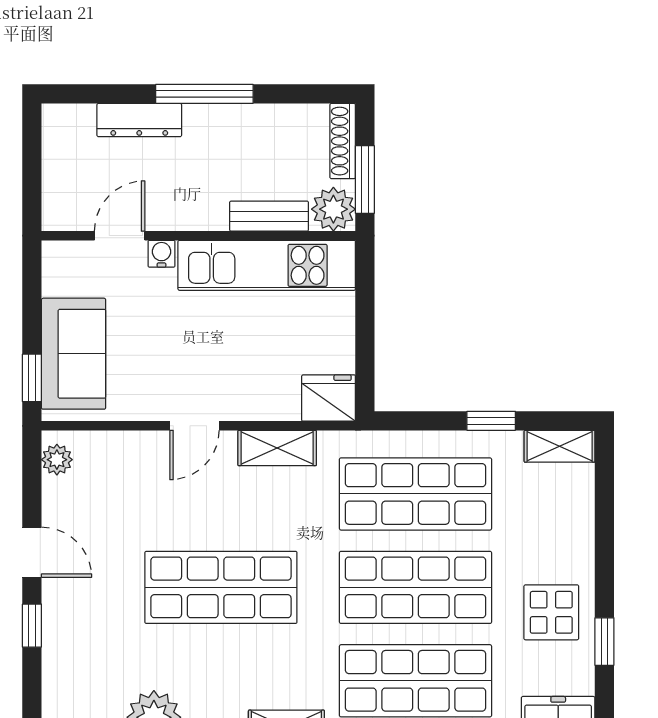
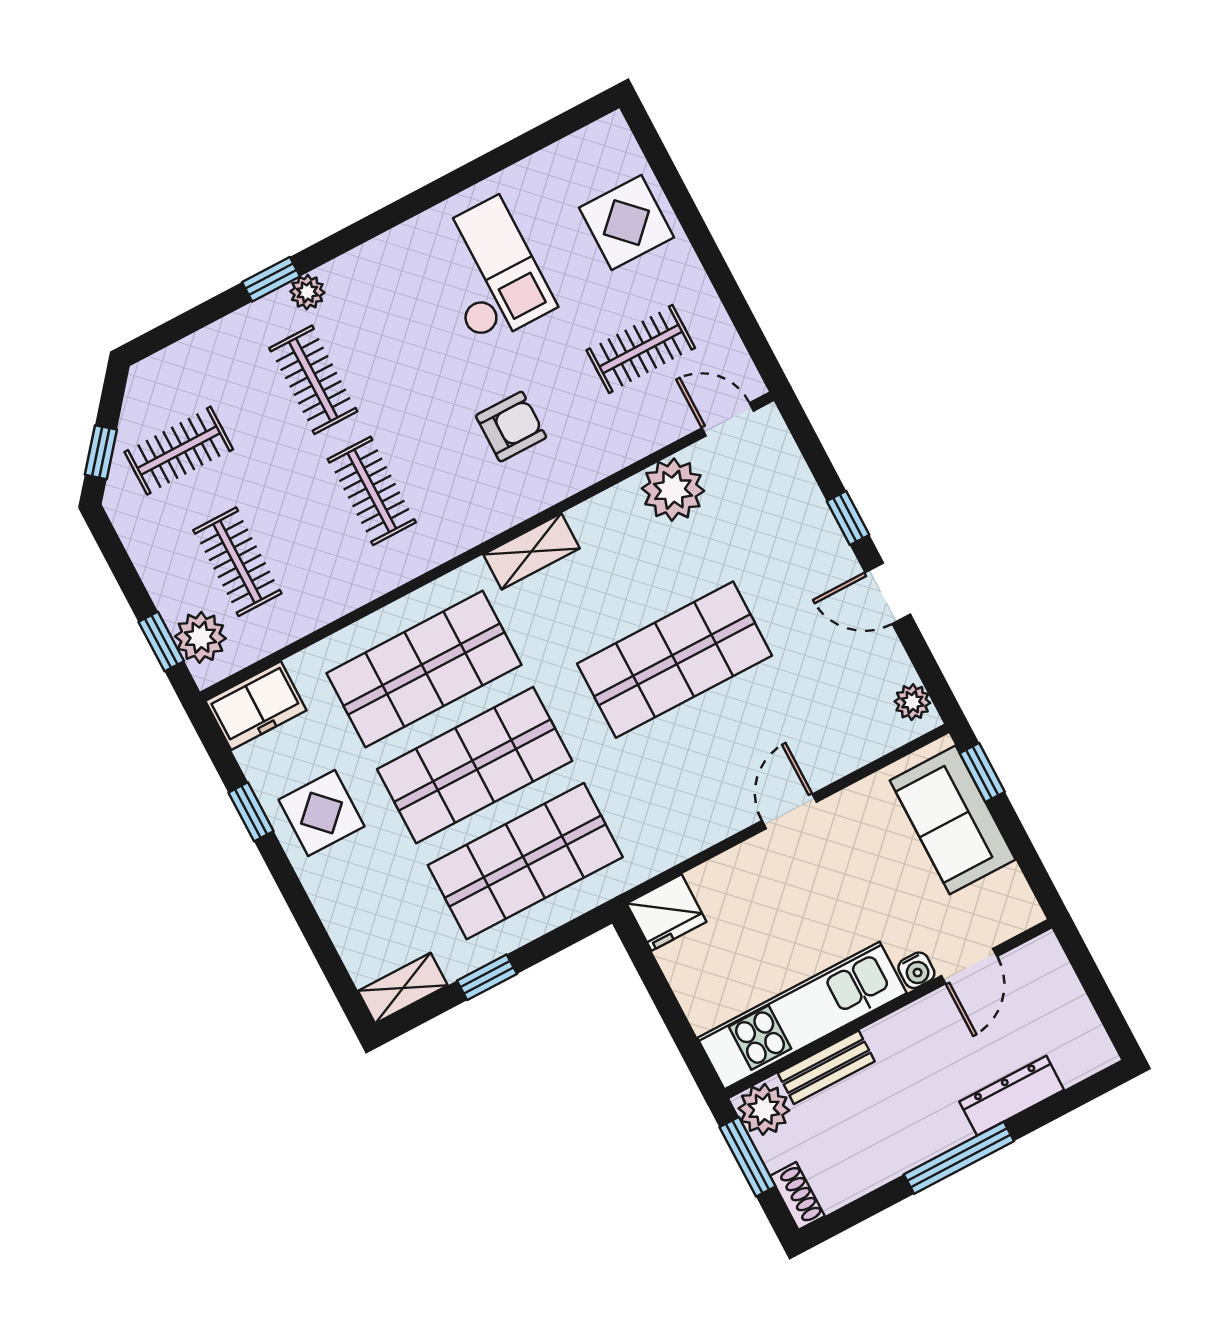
shoe rack: (343, 141) -> (797, 1196), width x0.70
shelving: (277, 448) -> (692, 833), removed

